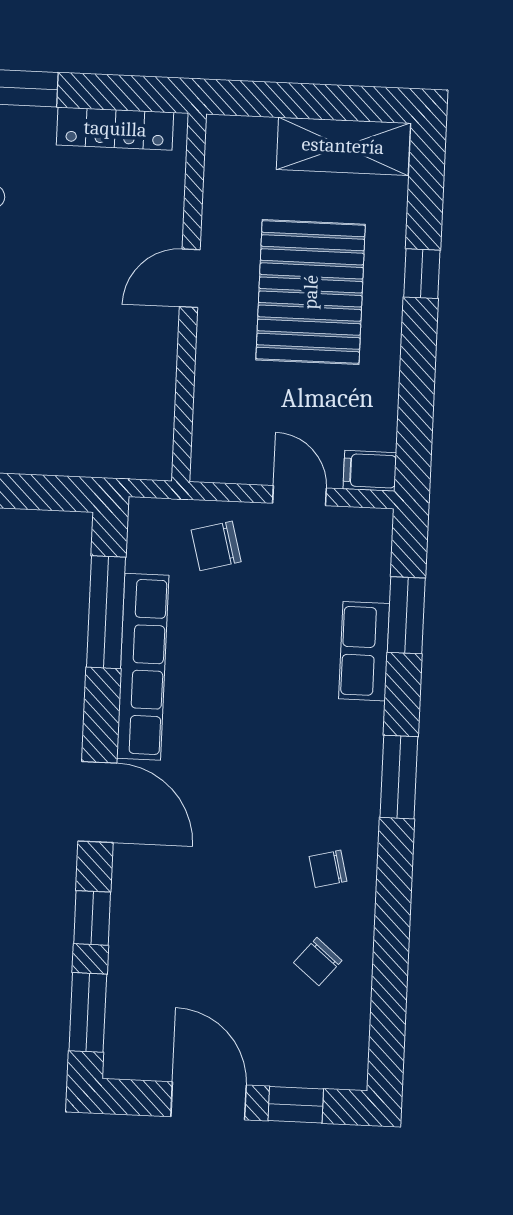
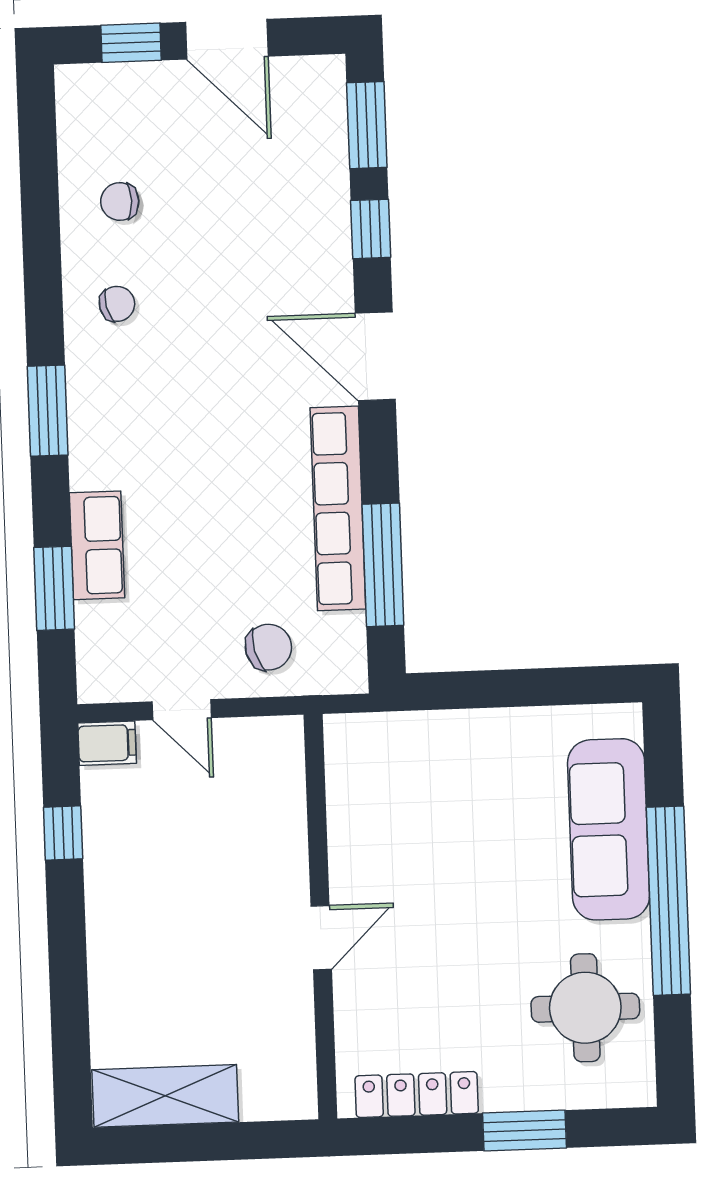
window: (422, 274) -> (63, 833), moved
pallet: (311, 292) -> (188, 933), removed
chair: (318, 962) -> (120, 201), turned -130

